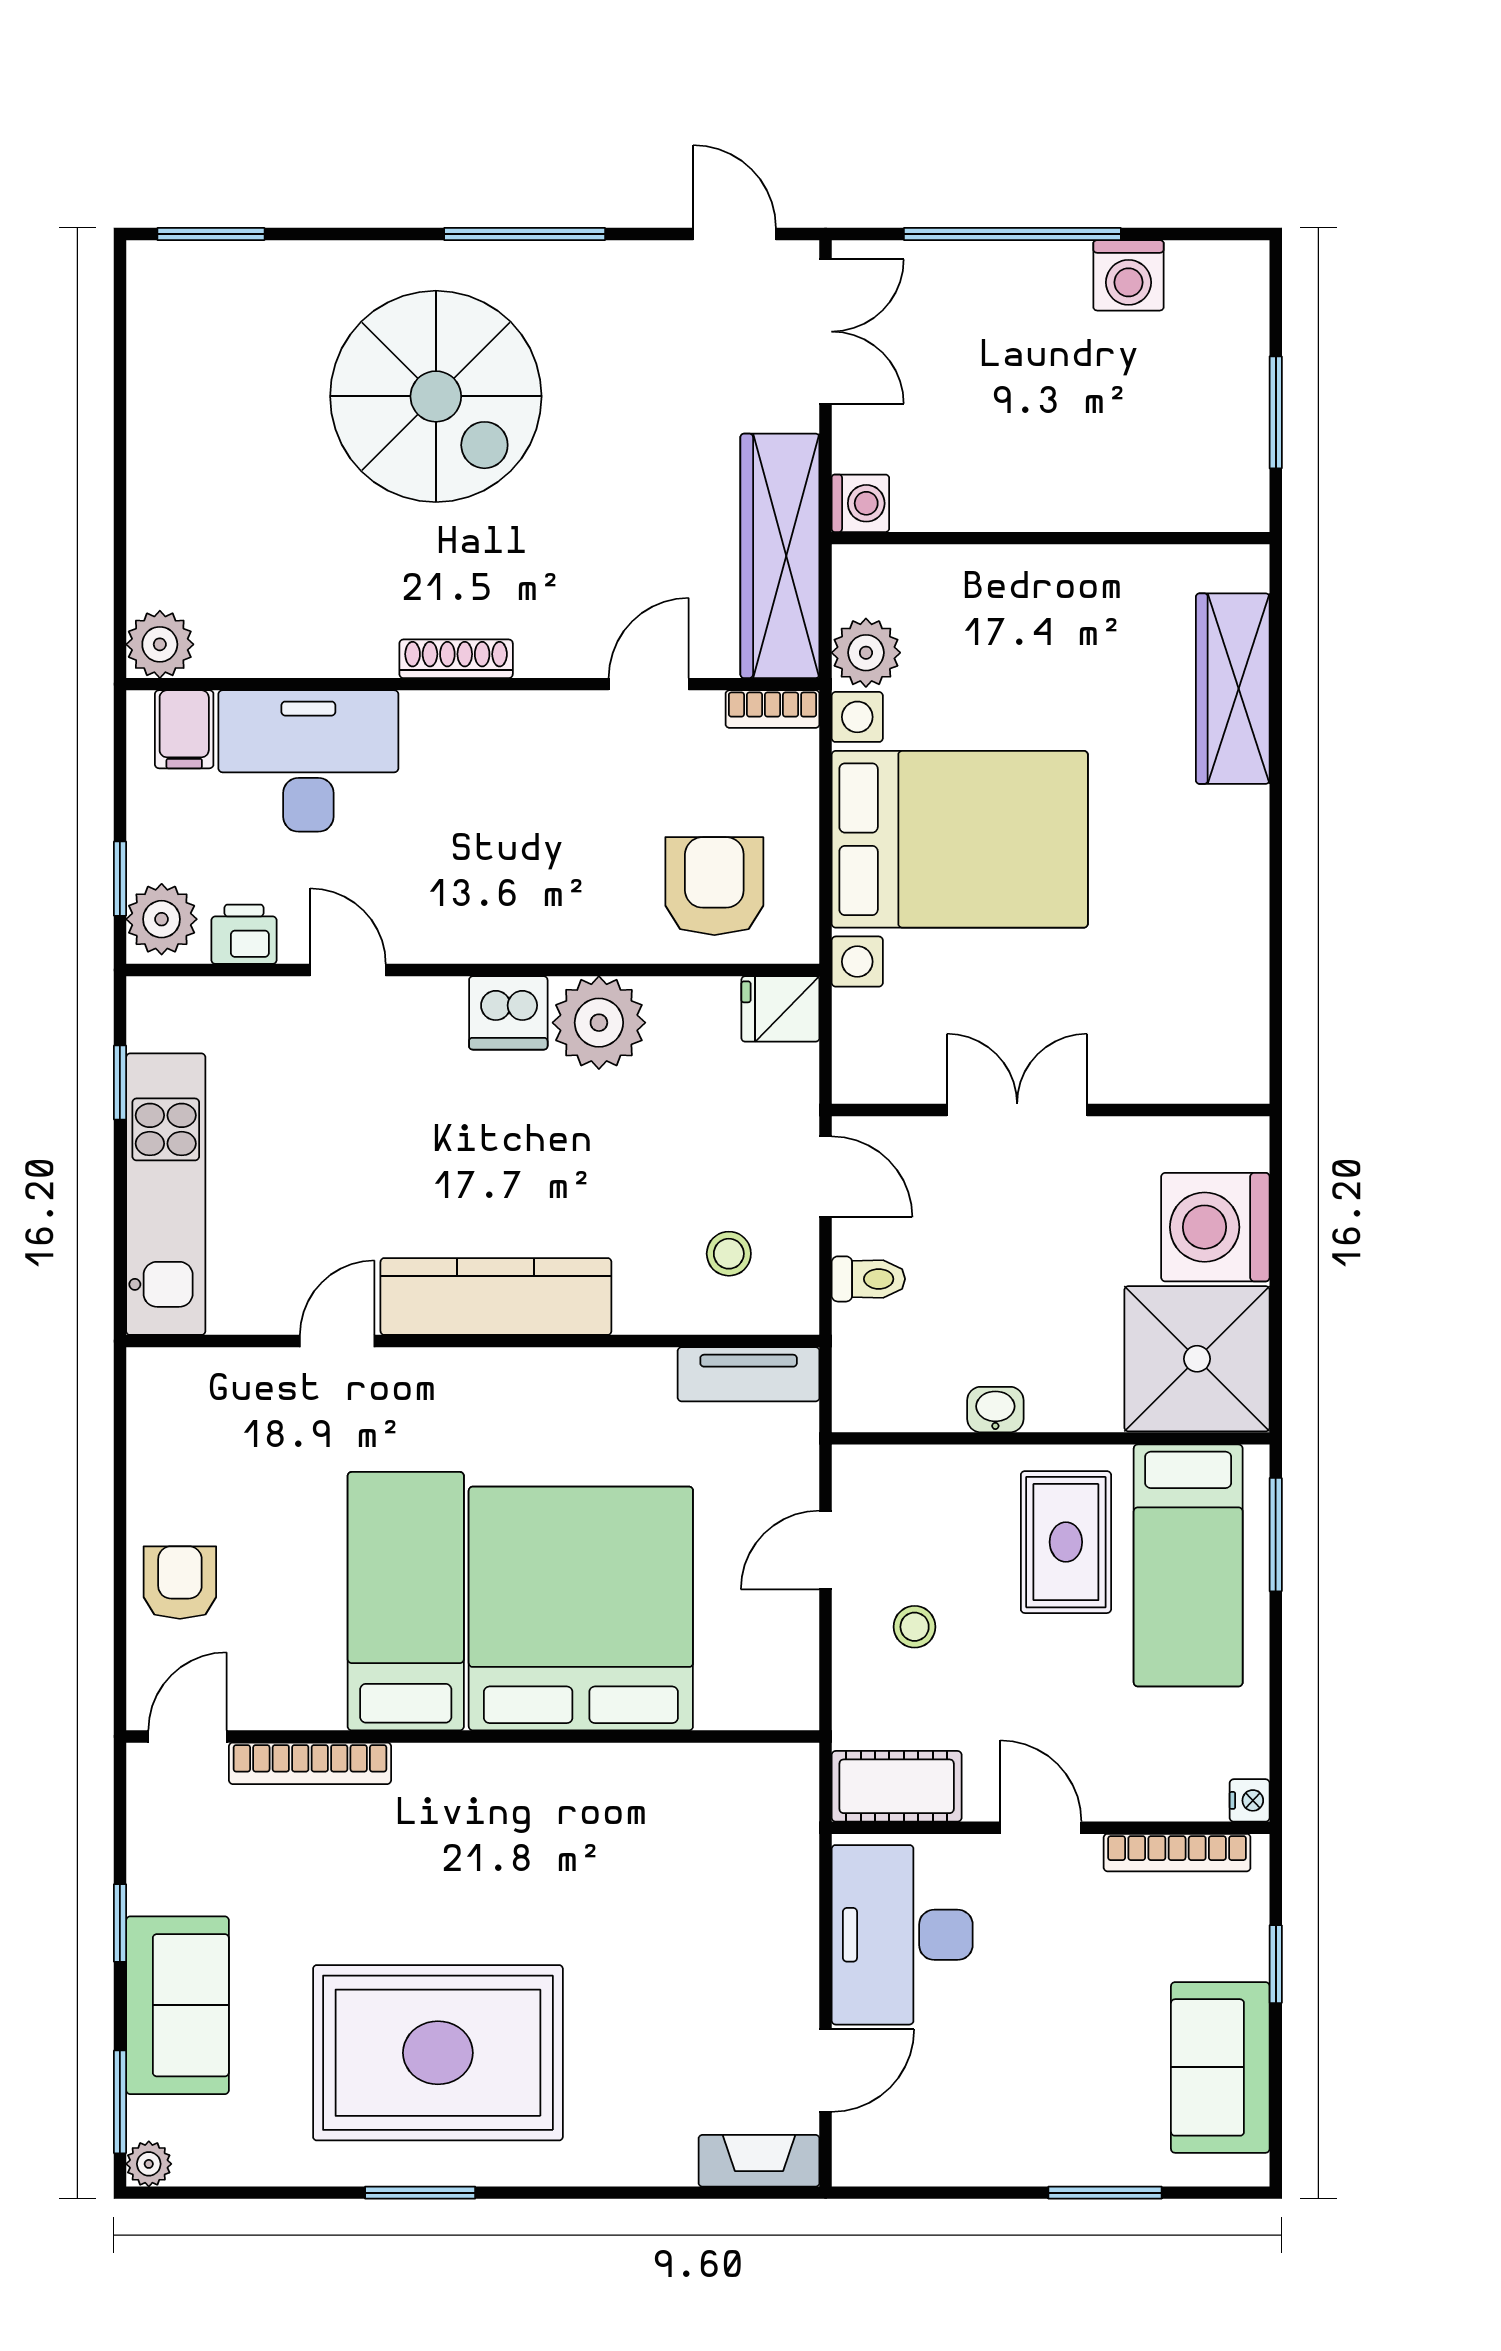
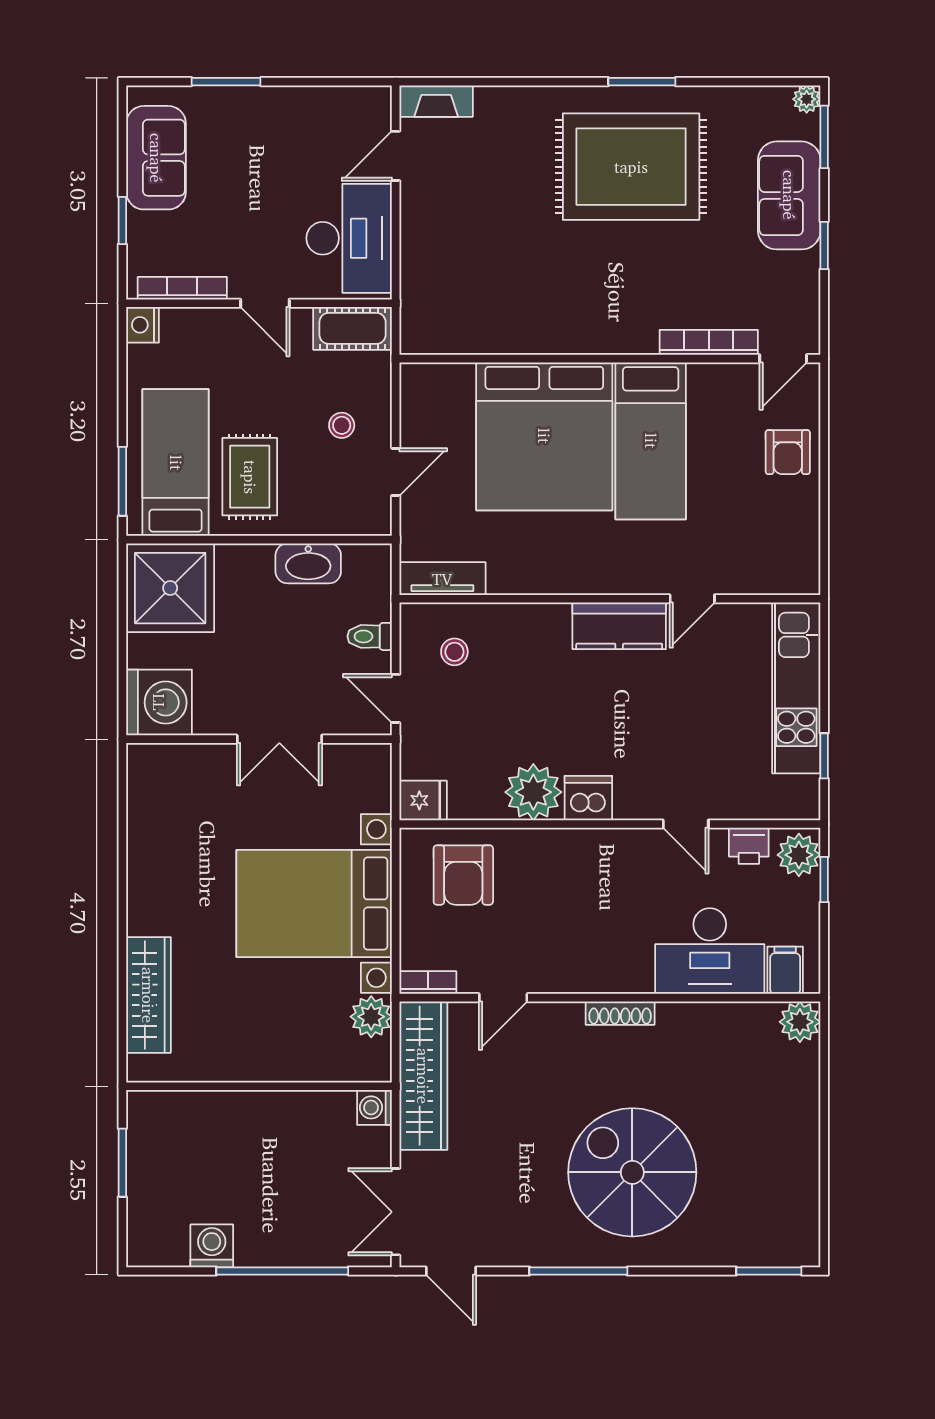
washing machine: (1215, 1227) -> (159, 702), moved
kitchen counter: (496, 1297) -> (619, 626), width x0.67
washbasin: (995, 1410) -> (308, 563), width x1.91, depth x1.45
nightstand: (1250, 1800) -> (143, 325), width x1.39, depth x1.35

